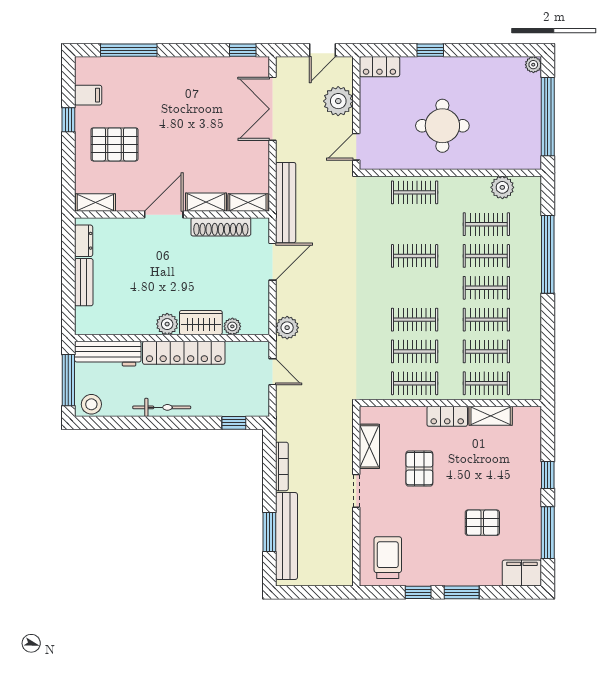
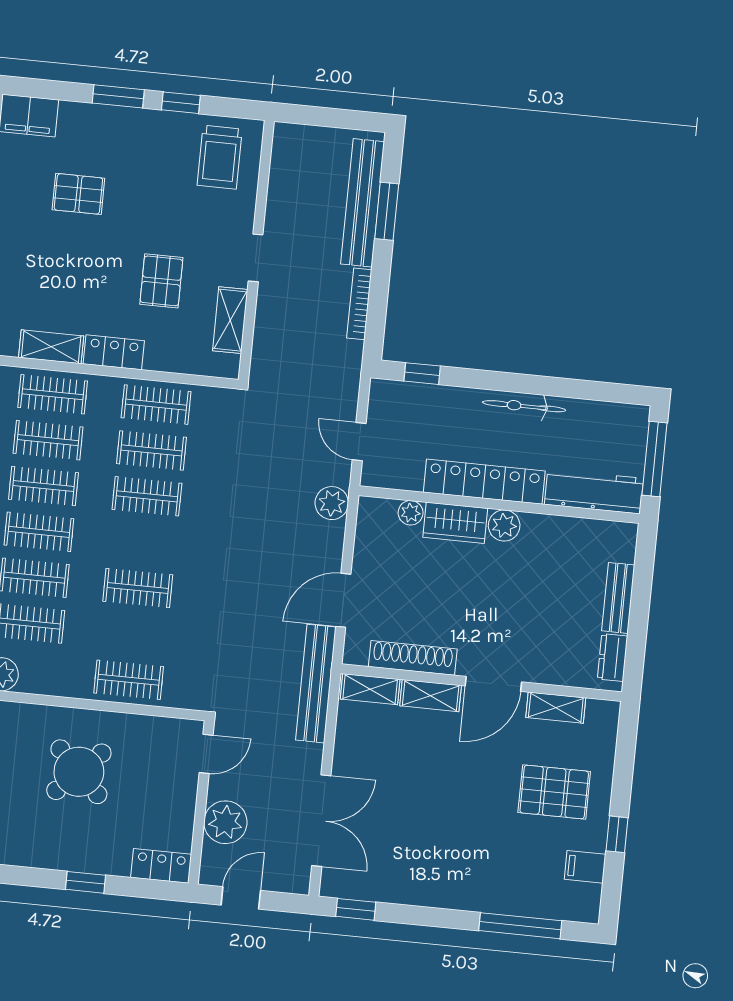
round table: (442, 126) -> (79, 772), turned 45
shelving: (95, 202) -> (556, 708), moved
stool: (91, 404) -> (625, 421), removed

